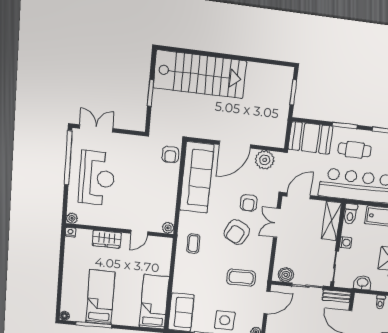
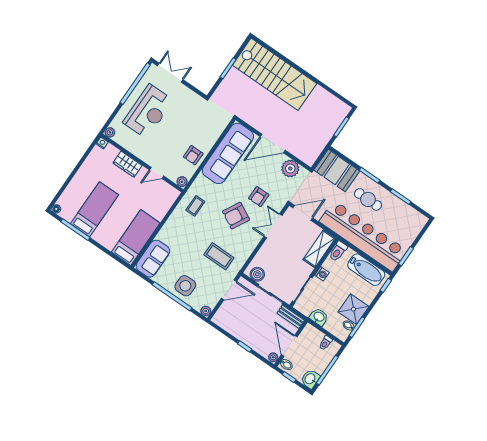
armchair: (170, 154) -> (193, 155), moved

